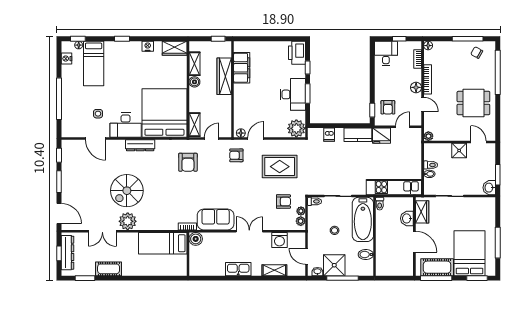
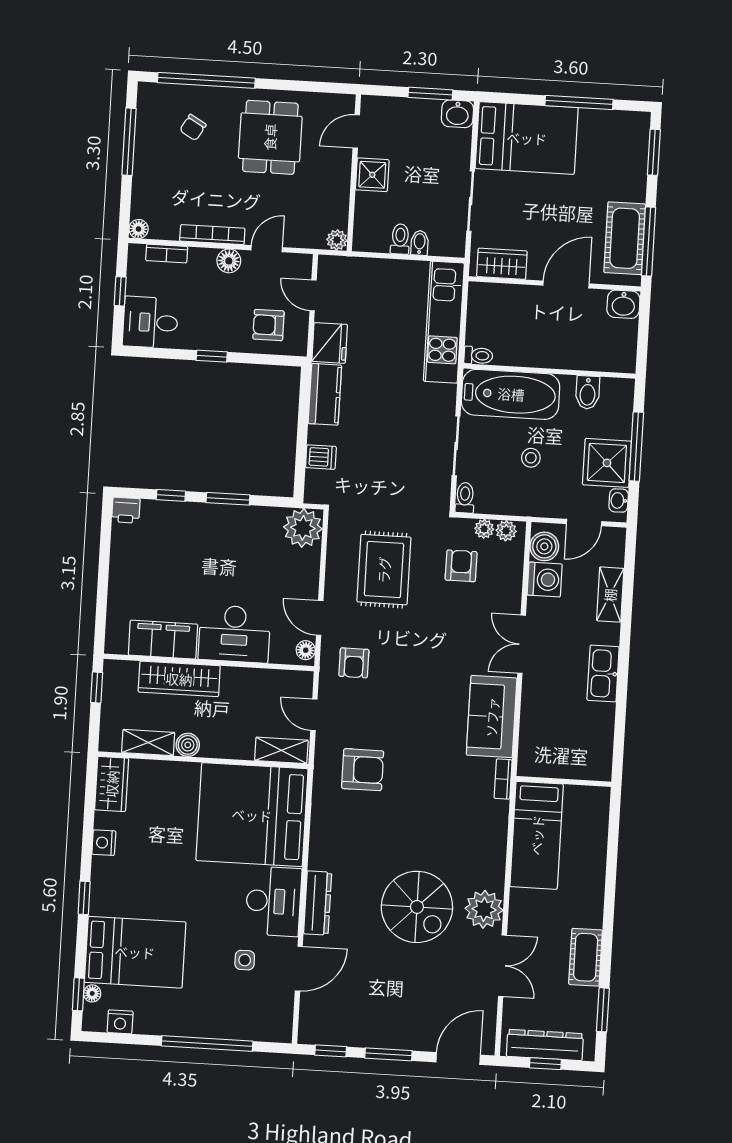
printer: (297, 53) -> (126, 510), width x0.53, depth x0.68
chair: (477, 53) -> (193, 127), moved
bed: (94, 64) -> (135, 952), width x1.50
desk: (293, 94) -> (234, 634), moved, turned 180
armchair: (388, 107) -> (268, 325), turned 180
window: (372, 110) -> (212, 356), moved
dresser: (140, 145) -> (318, 903), moved
washbasin: (407, 218) -> (623, 304), moved
boiler: (196, 239) -> (544, 546), moved
bed: (469, 253) -> (527, 138), moved, turned 180

